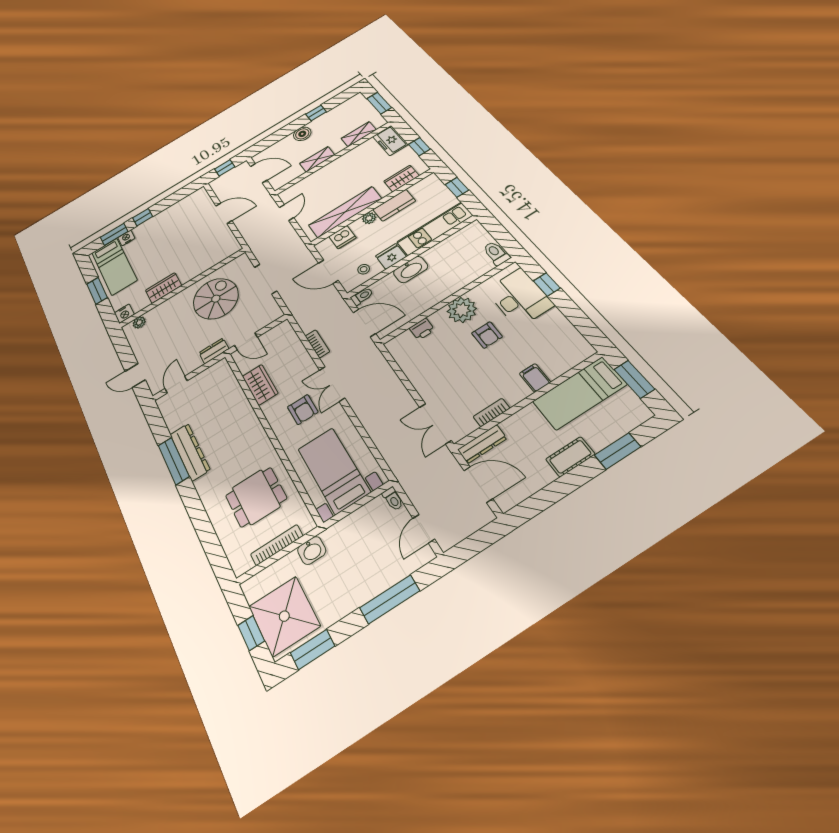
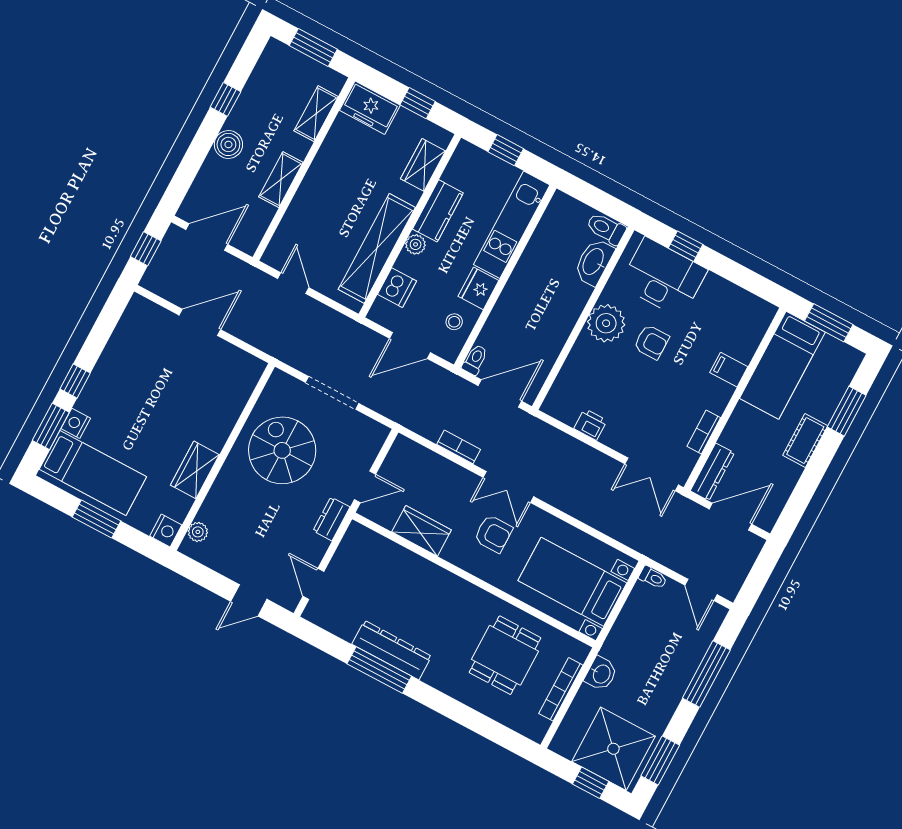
washbasin: (411, 270) -> (594, 262), moved, turned 180
printer: (422, 329) -> (590, 424), moved, turned -90

